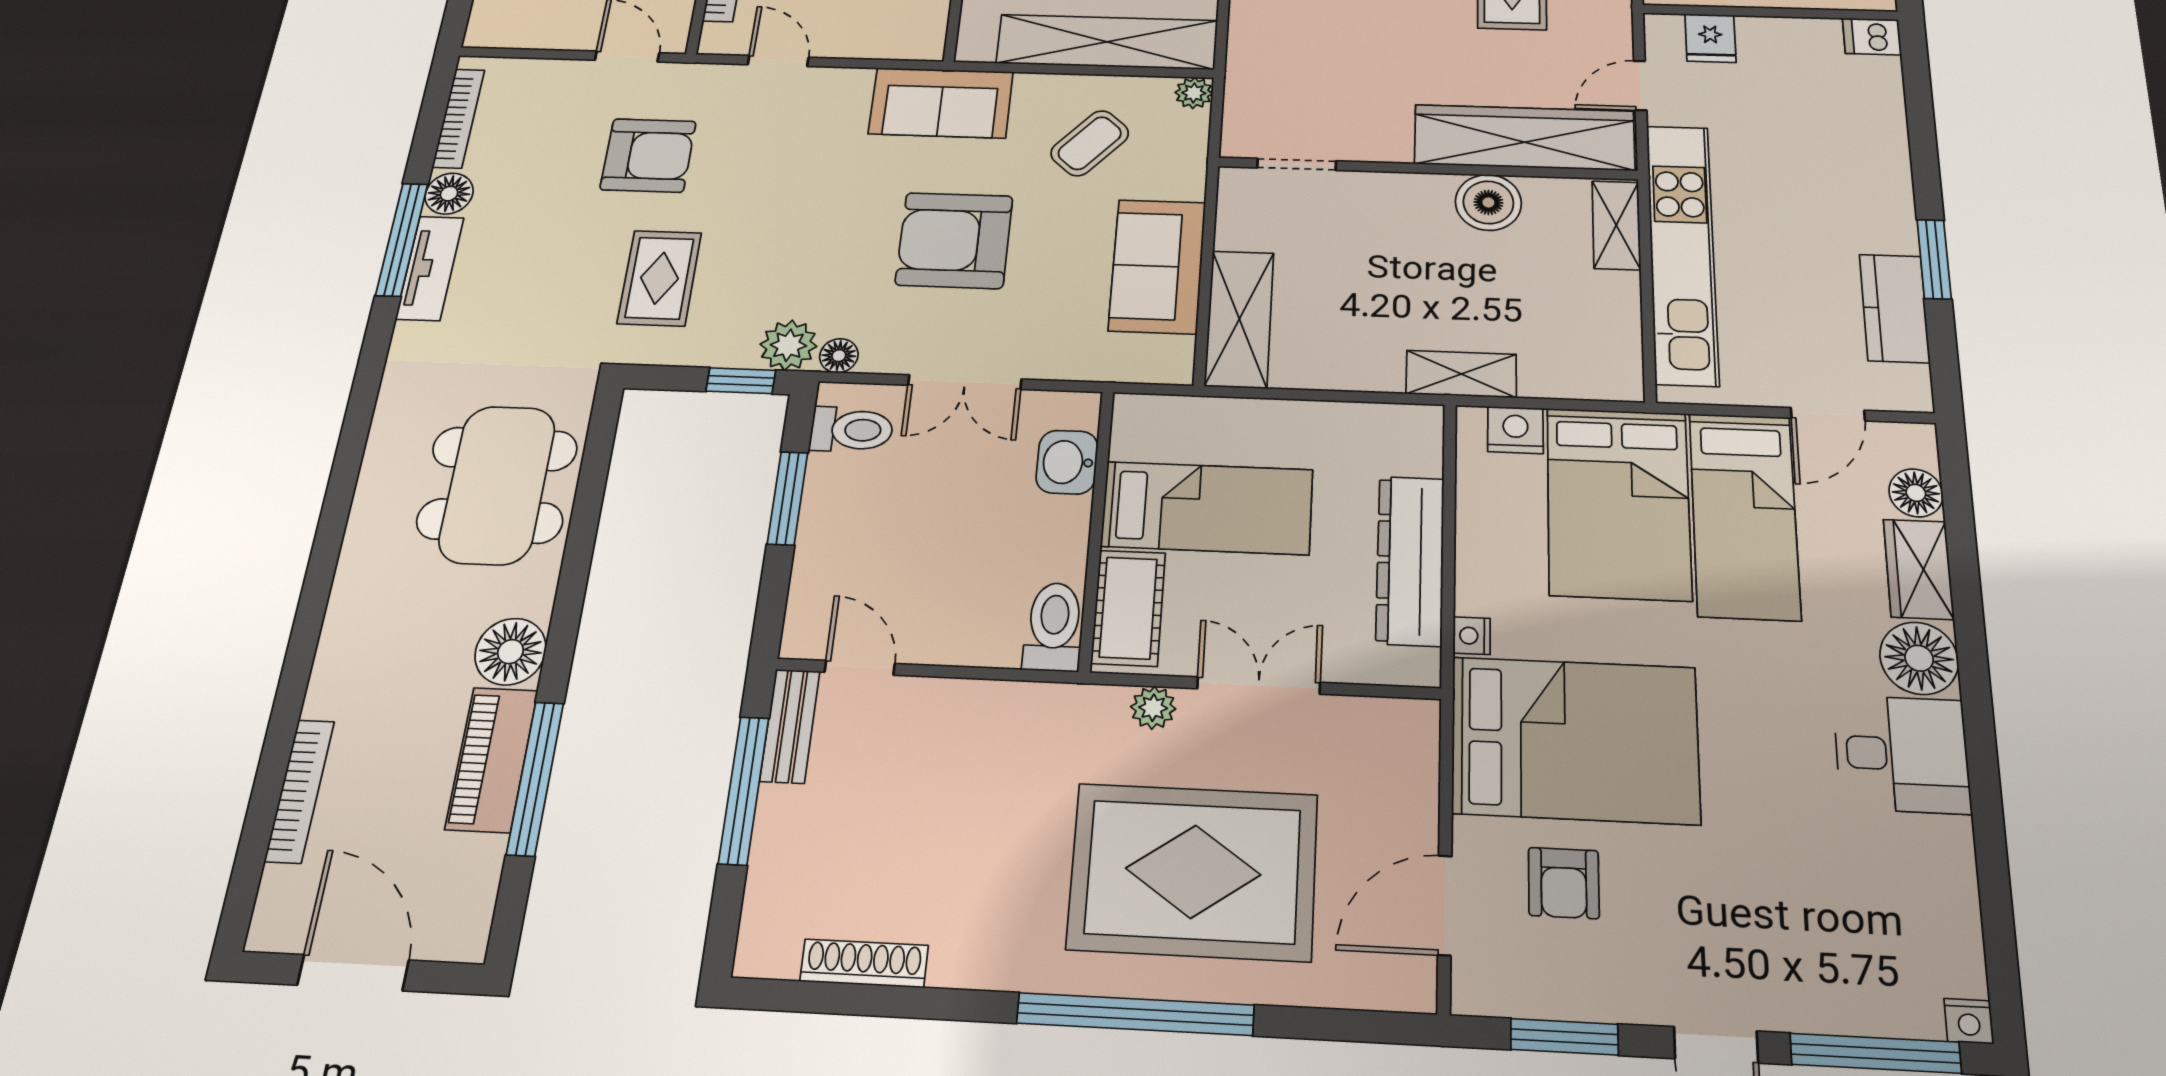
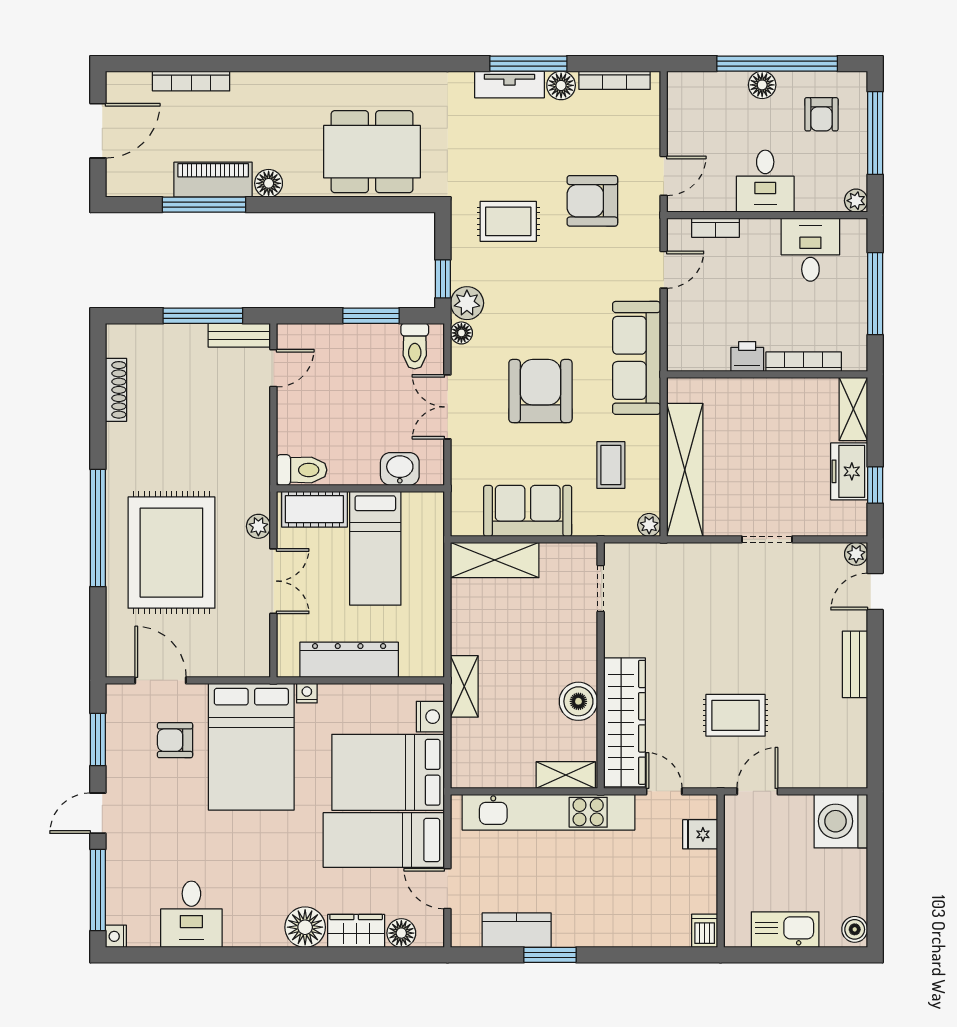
sofa: (941, 103) -> (637, 358), width x1.36
coffee table: (1090, 143) -> (611, 465), turned 48
armchair: (648, 155) -> (592, 201), turned 90
floor lamp: (510, 652) -> (269, 183), width x0.73, depth x0.73
desk: (1902, 754) -> (191, 914), moved

